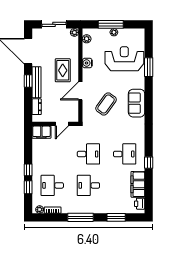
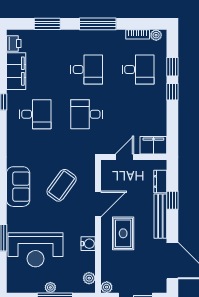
window: (28, 81) -> (172, 200), moved
desk: (125, 154) -> (35, 114), turned 180

